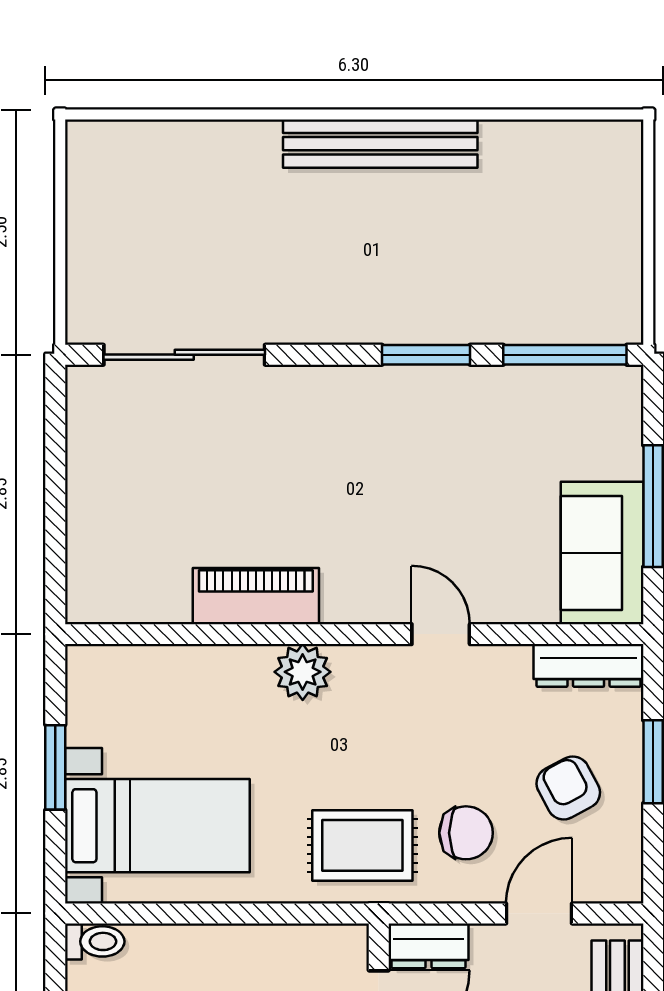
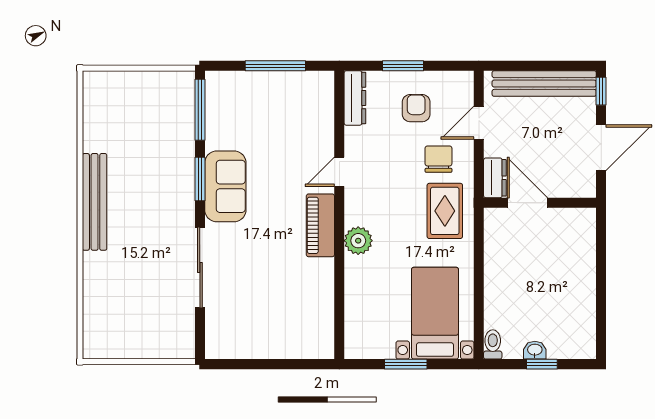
sliding door: (184, 355) -> (200, 268), moved
sofa: (602, 553) -> (225, 186), moved, turned -90
piano: (256, 596) -> (320, 225), moved
armchair: (568, 788) -> (416, 108), turned 118
door: (539, 913) -> (479, 123), hinge flipped

